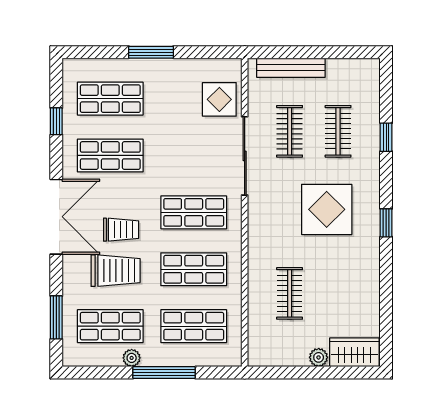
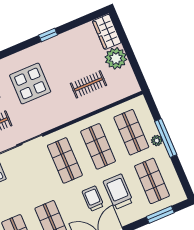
window: (386, 223) -> (48, 35), moved
plant: (319, 357) -> (116, 58), width x1.87, depth x1.87
plant: (132, 358) -> (157, 141), moved

